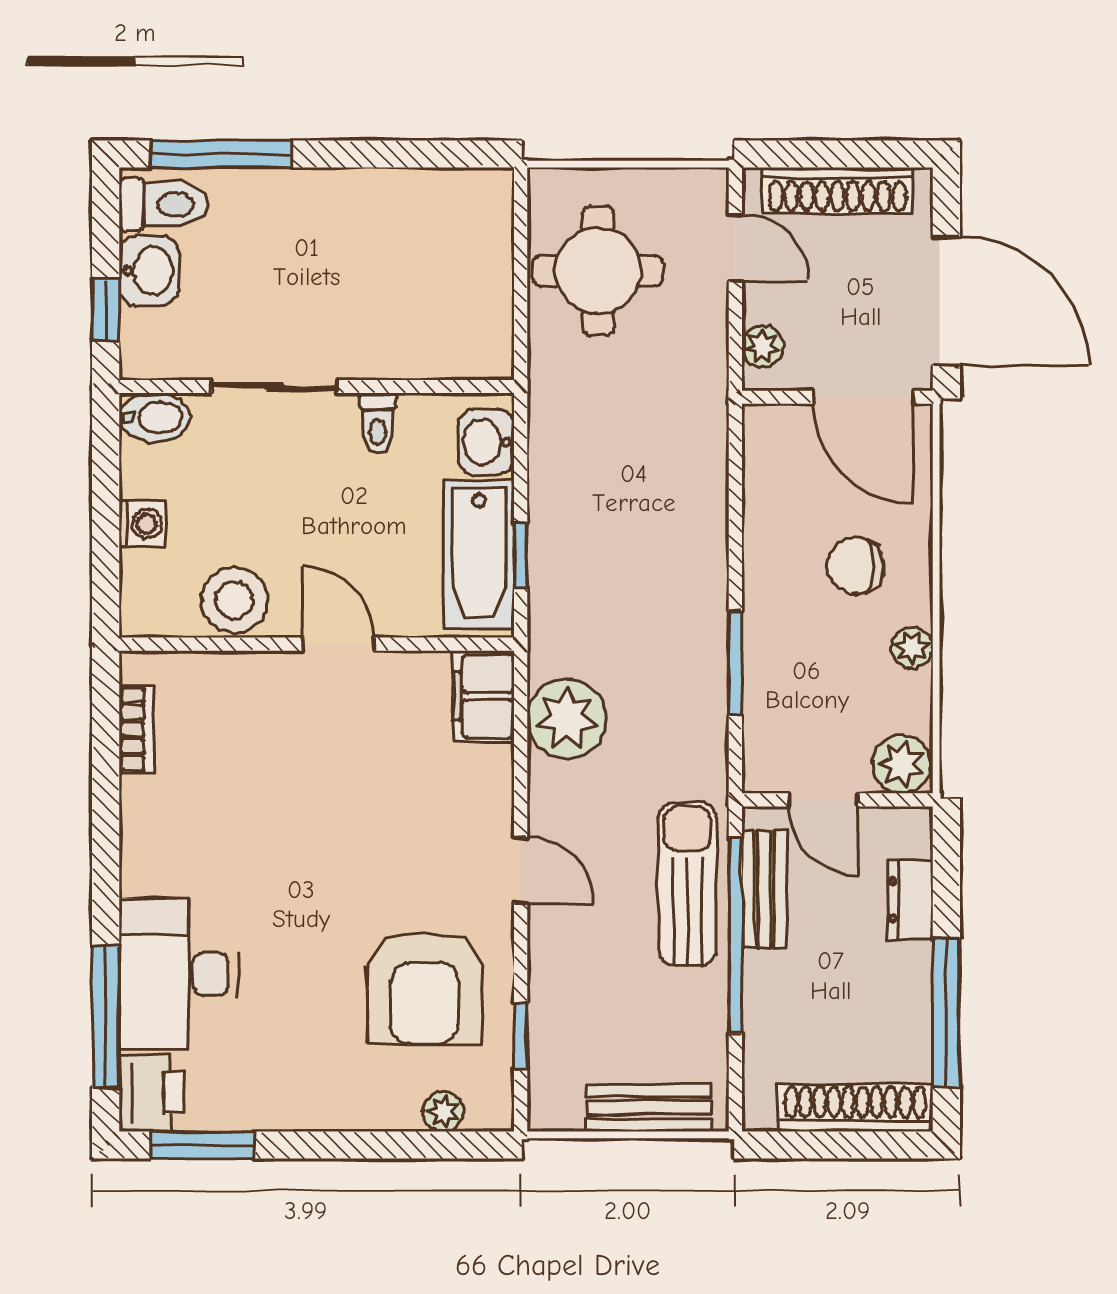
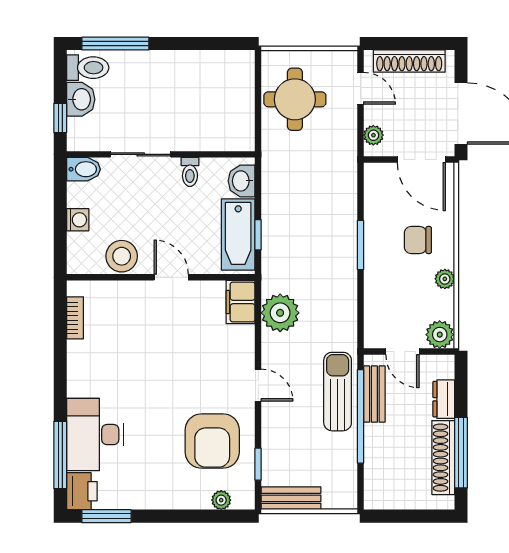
window: (735, 663) -> (360, 245), moved
bench: (649, 1108) -> (291, 498), moved
shoe rack: (855, 1108) -> (443, 458), moved, turned -90

